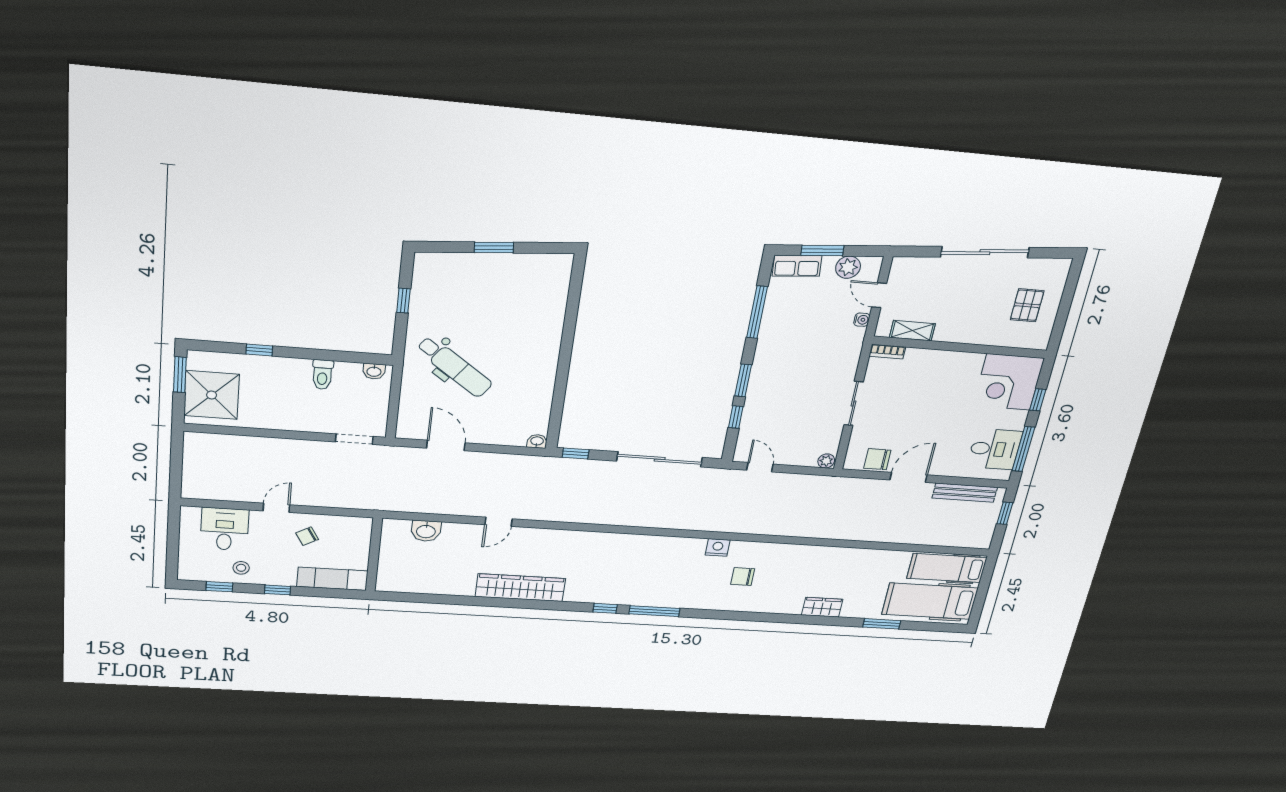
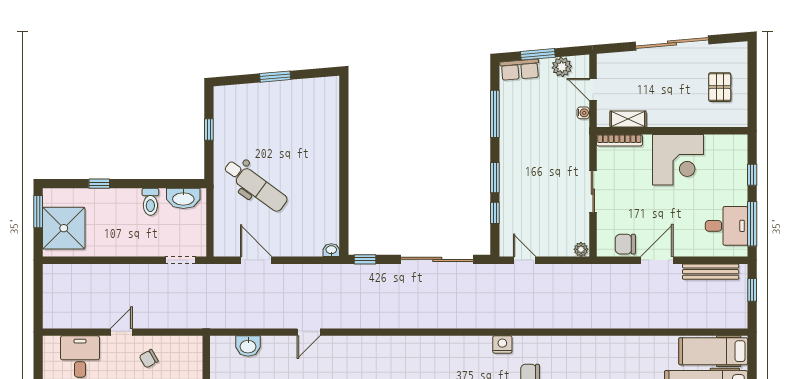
bookcase: (887, 352) -> (619, 140), width x1.56
washbasin: (374, 371) -> (183, 198), width x1.91, depth x1.45
corner desk: (1008, 382) -> (678, 160), moved, turned -90

